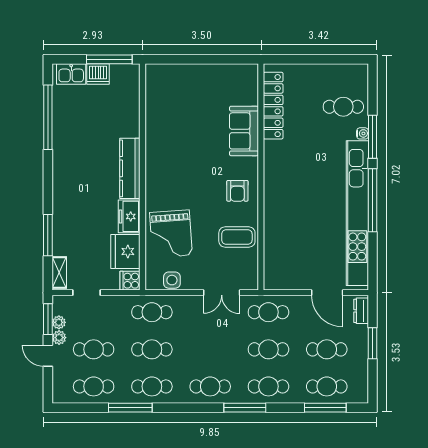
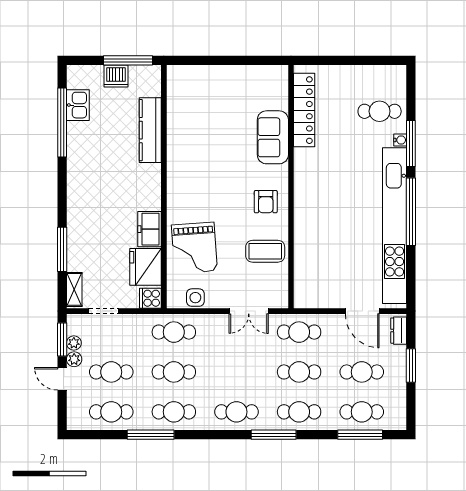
kitchen sink: (71, 74) -> (78, 105), moved, turned -90
kitchen counter: (130, 168) -> (150, 130), moved

